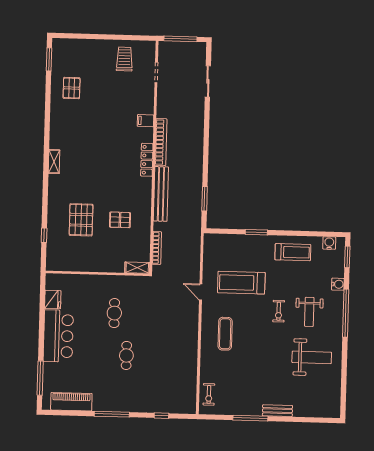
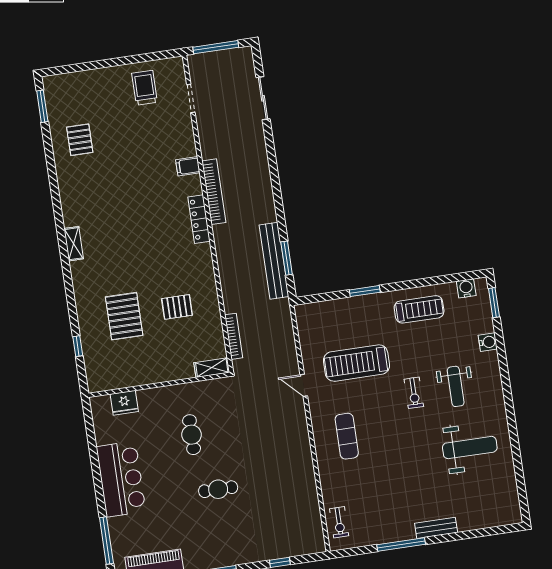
bench: (161, 194) -> (274, 261), moved
fridge: (53, 300) -> (124, 403), moved, turned 90
window: (346, 313) -> (505, 379), removed
cafe table: (126, 355) -> (218, 489), turned 90

